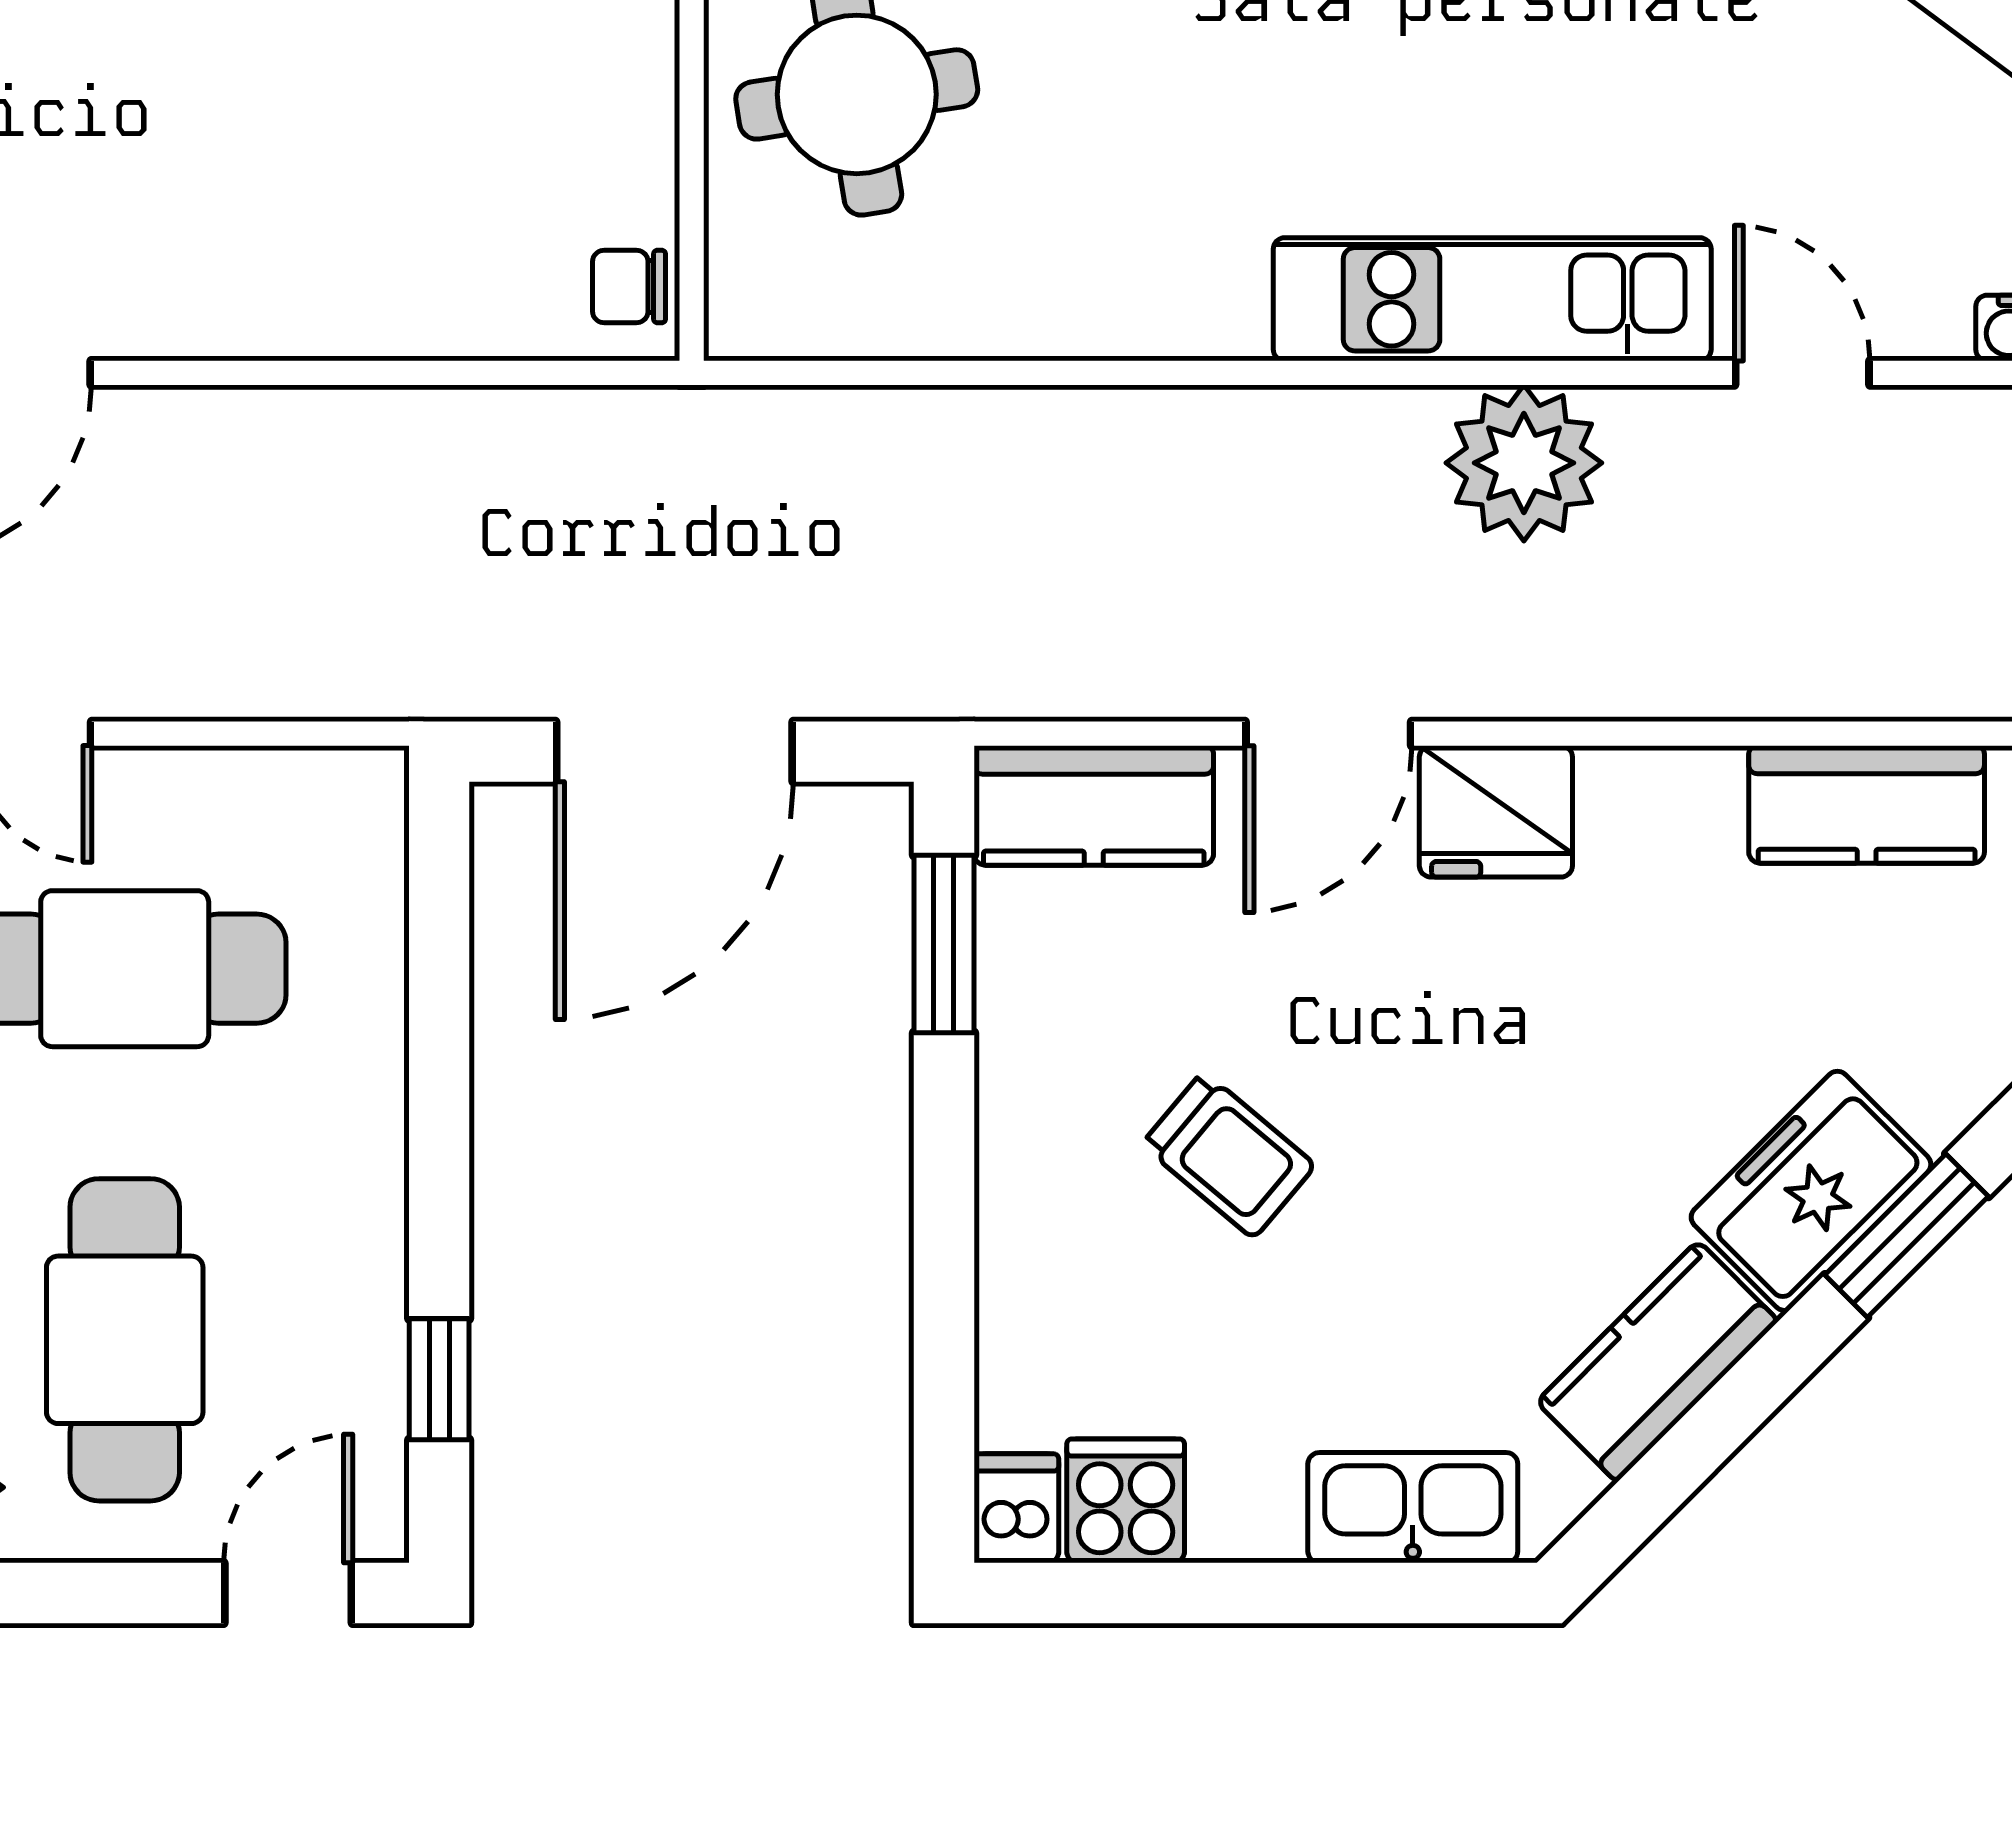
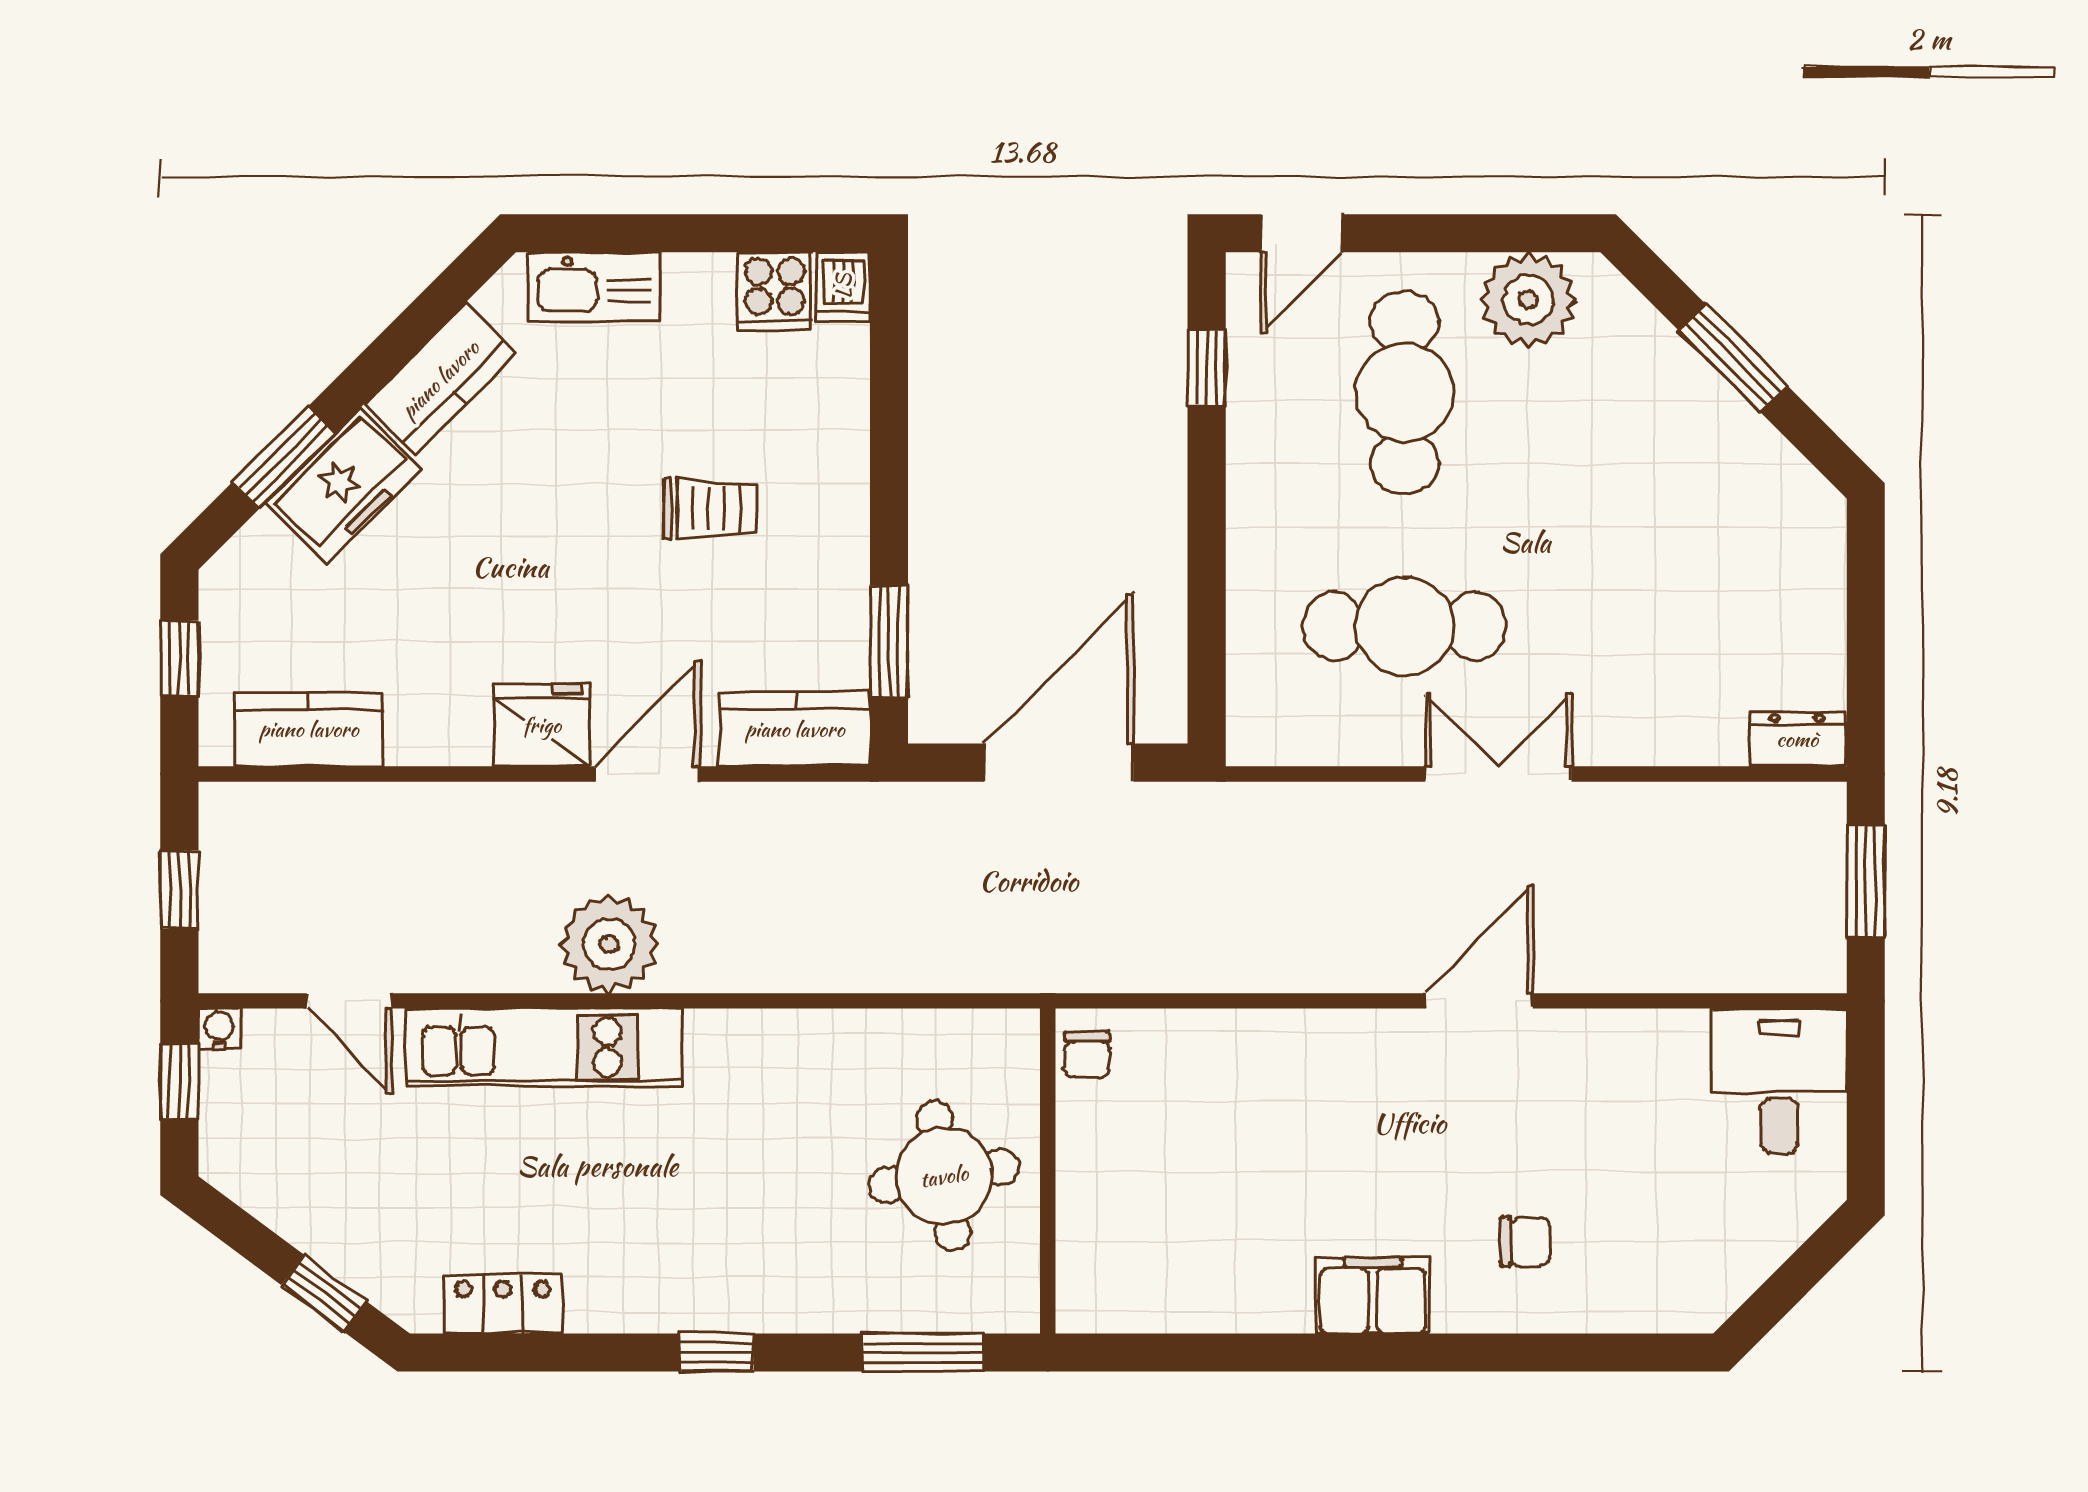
chair: (629, 287) -> (1087, 1055), turned 90
plant: (1524, 463) -> (609, 944), moved
trolley: (1228, 1155) -> (710, 509), turned 140

